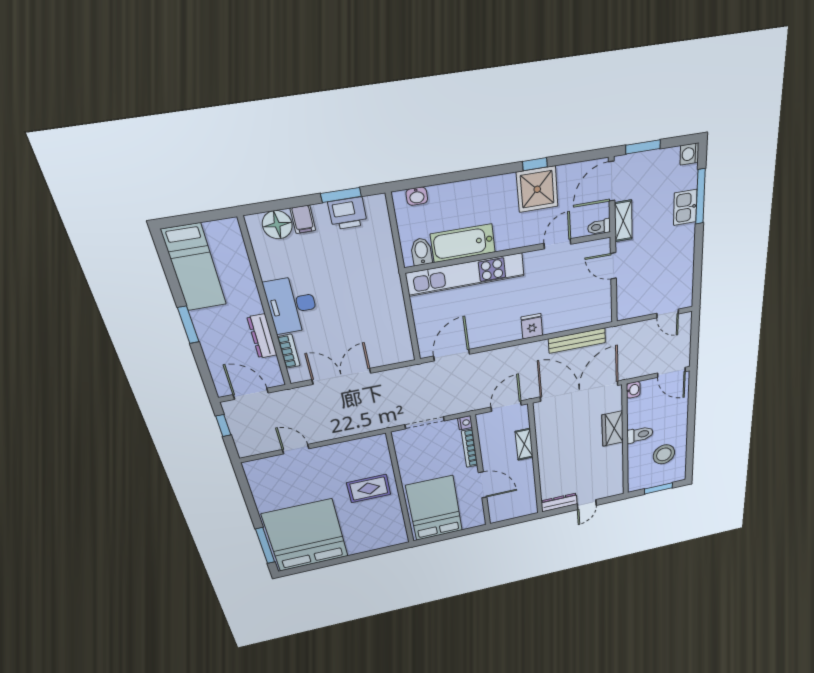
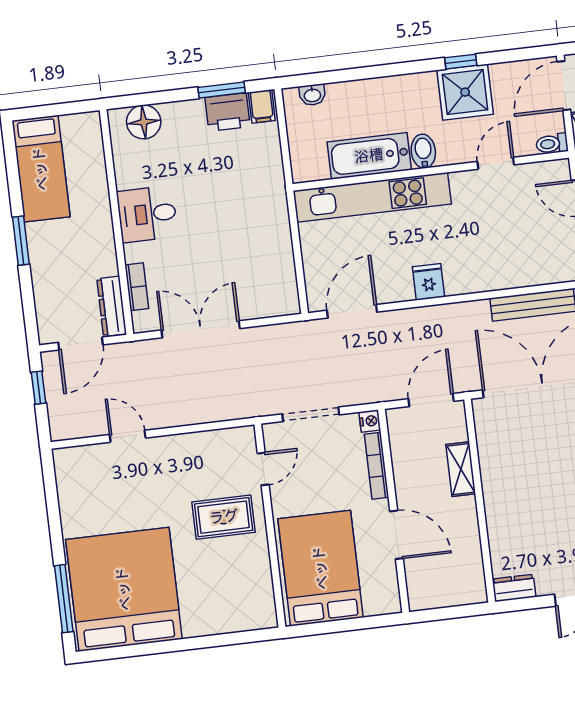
filing cabinet: (303, 219) -> (262, 106), moved
bidet: (421, 252) -> (423, 151), moved
desk: (292, 305) -> (147, 214), width x0.73
fridge: (532, 326) -> (429, 282), moved
dresser: (262, 336) -> (112, 306), moved
door: (251, 394) -> (81, 344), swing flipped
door: (394, 458) -> (263, 469), added
dresser: (559, 502) -> (514, 588), width x0.70

